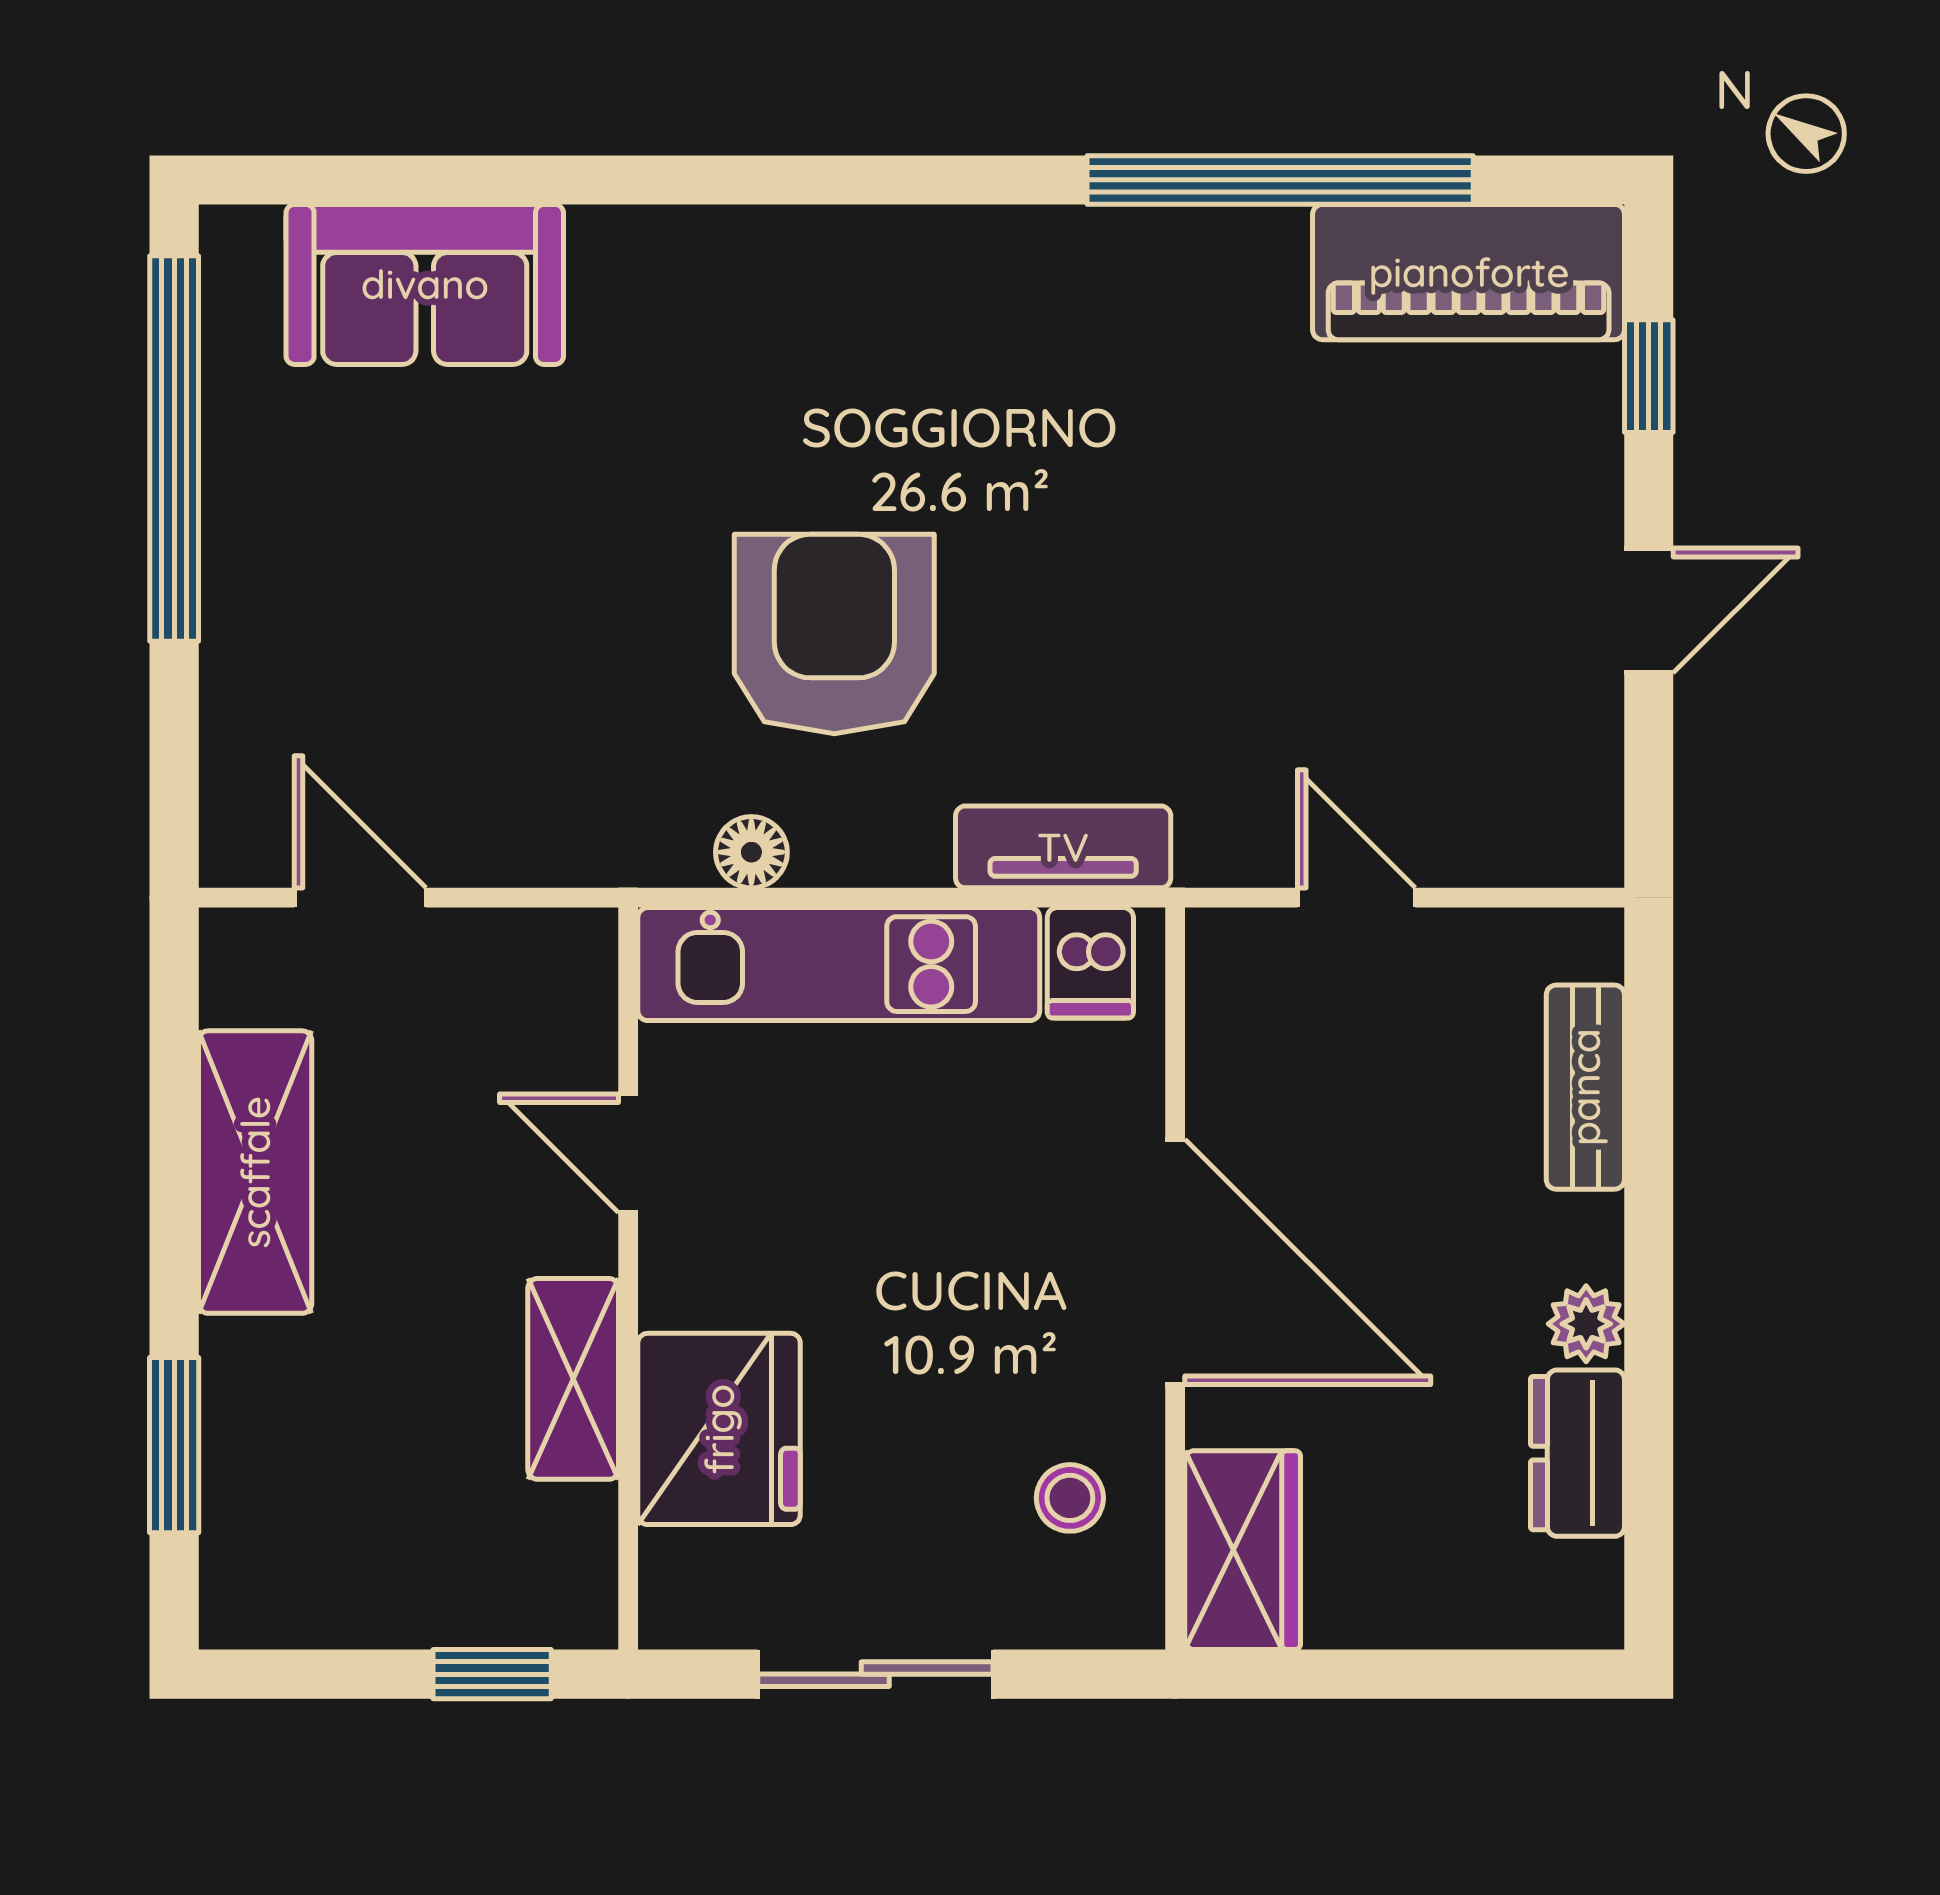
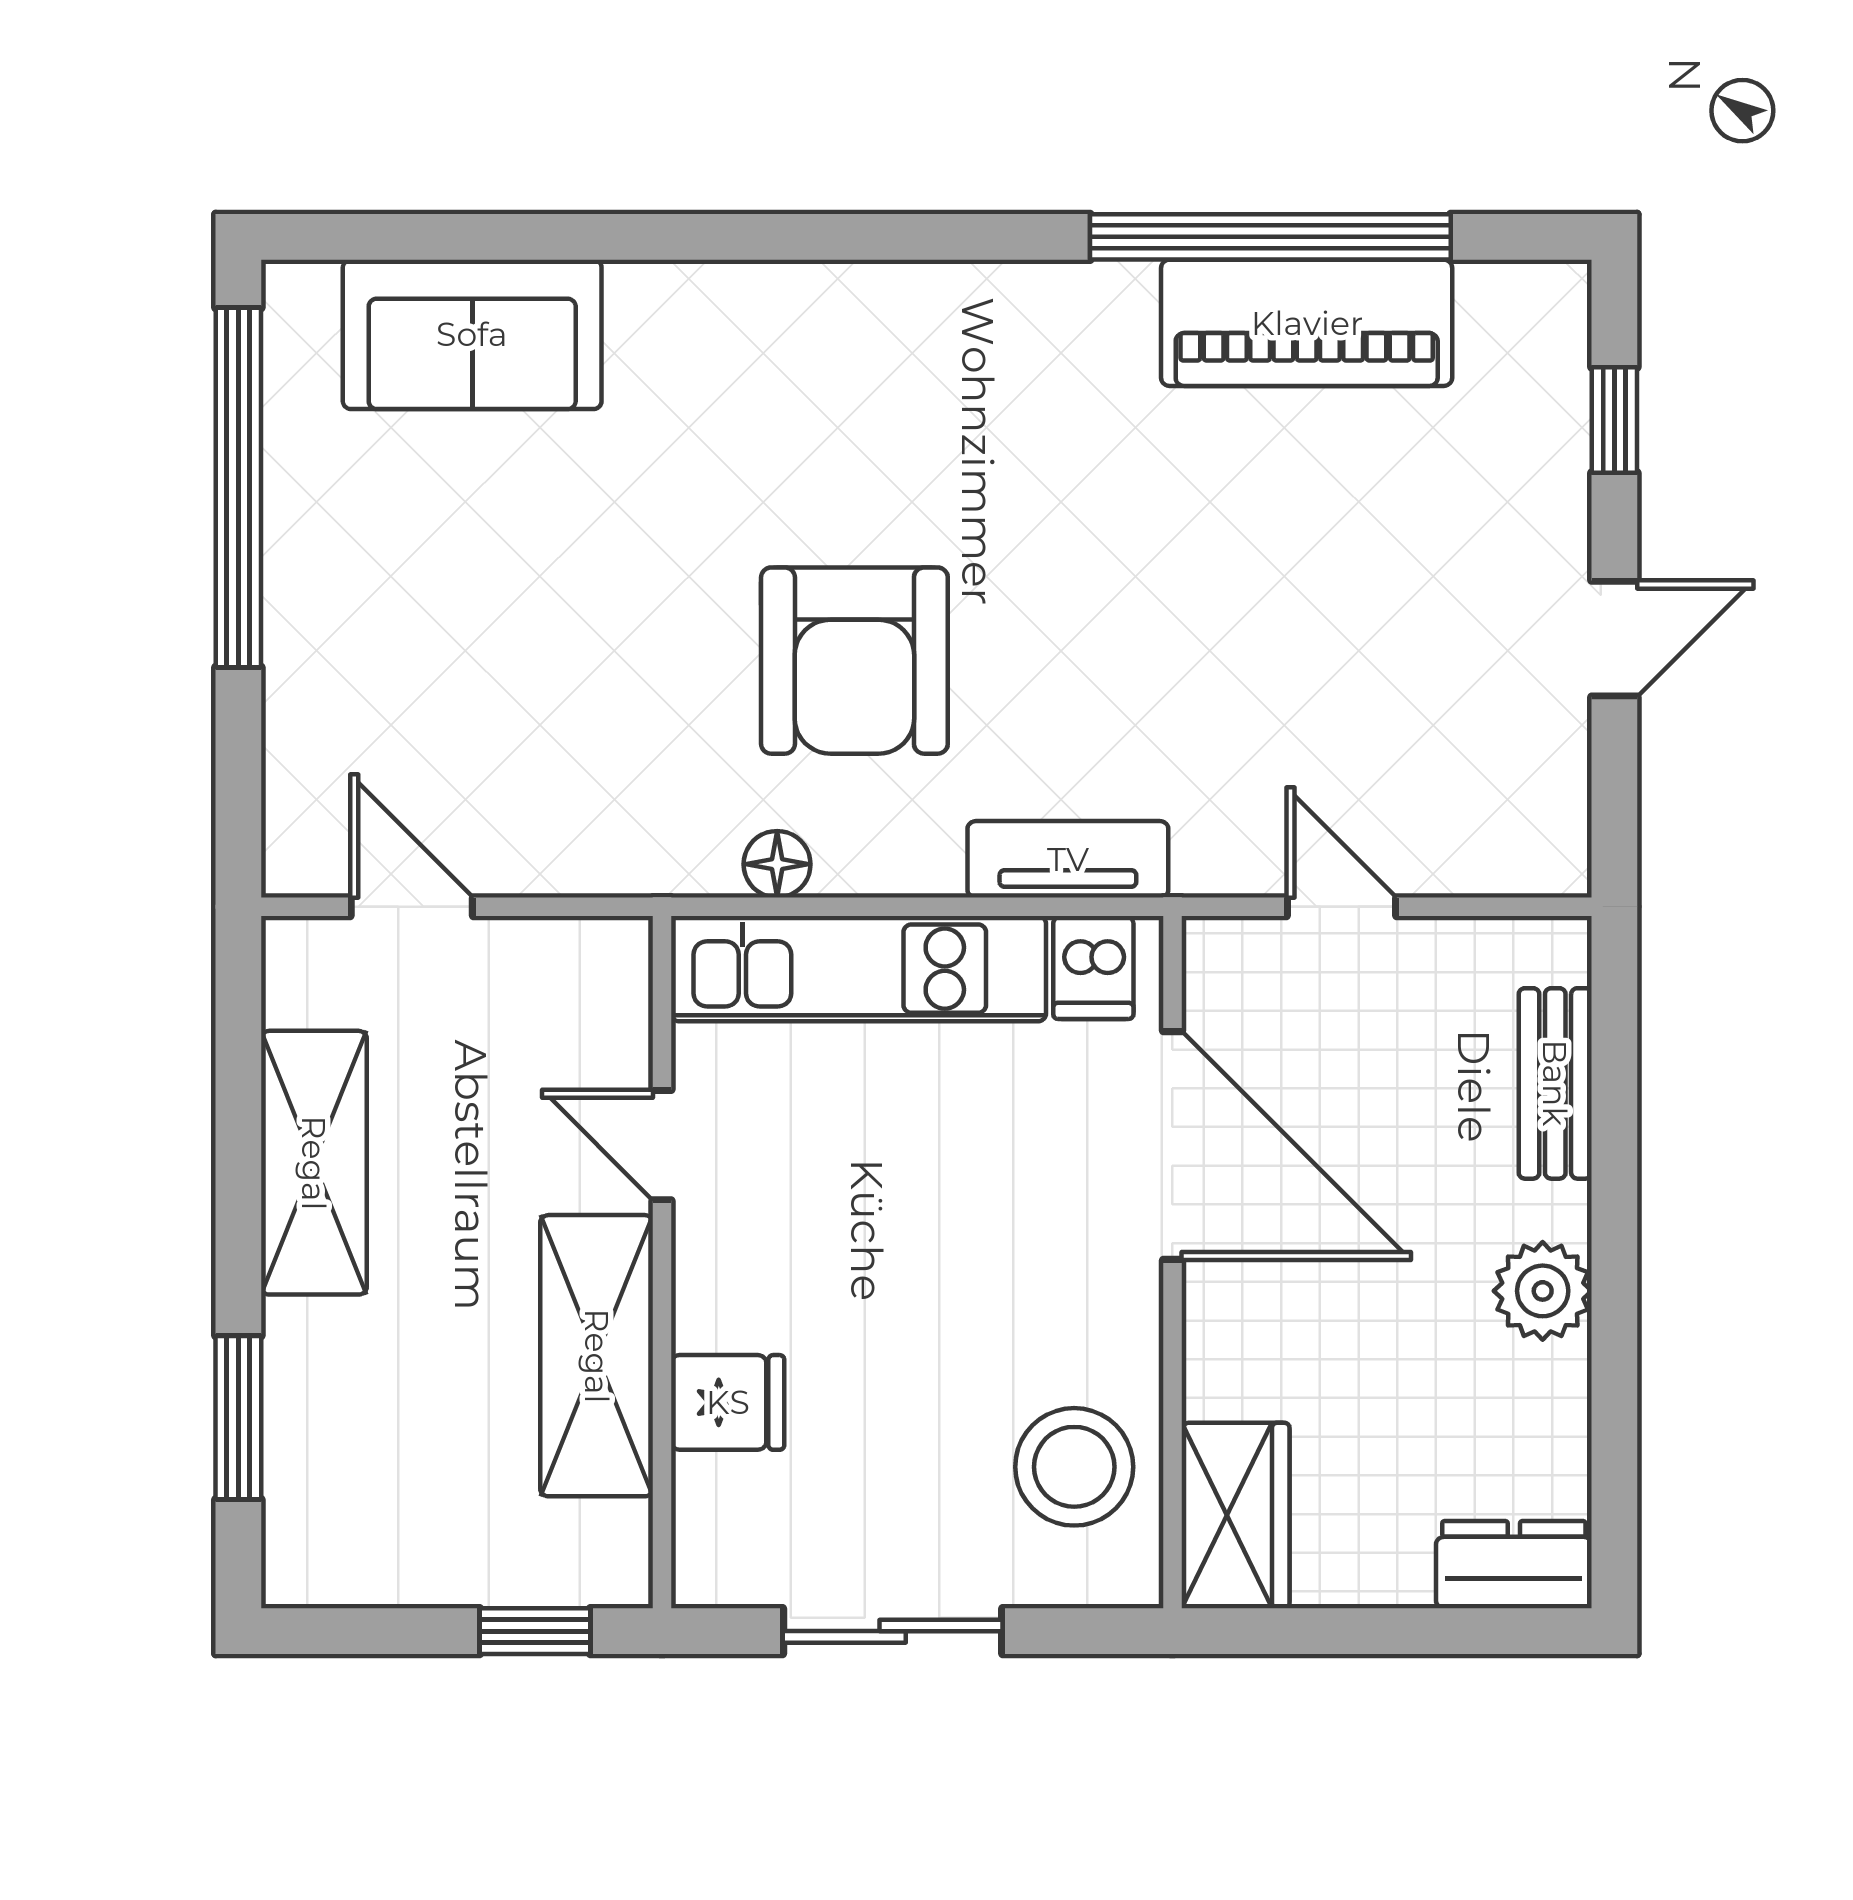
piano: (1469, 272) -> (1307, 323), moved
armchair: (834, 634) -> (854, 661), turned 180
door: (1175, 1262) -> (1172, 1145), moved
plant: (1586, 1324) -> (1543, 1291), width x1.38, depth x1.38
shelving: (573, 1379) -> (597, 1356), width x1.50, depth x1.33
fridge: (719, 1429) -> (728, 1402), width x0.53, depth x0.75
dresser: (1577, 1453) -> (1514, 1565), moved, turned 90
stool: (1070, 1498) -> (1074, 1467), width x1.89, depth x1.89

